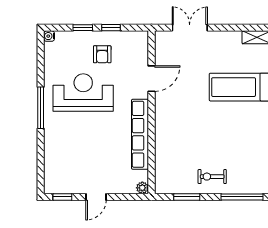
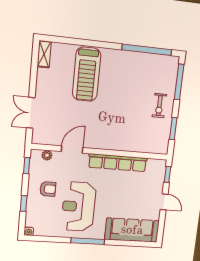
window: (111, 28) -> (27, 166), moved
door: (151, 79) -> (72, 149), hinge flipped
sofa: (58, 161) -> (132, 230), added
plant: (142, 188) -> (47, 155), moved
window: (62, 197) -> (168, 174), moved

